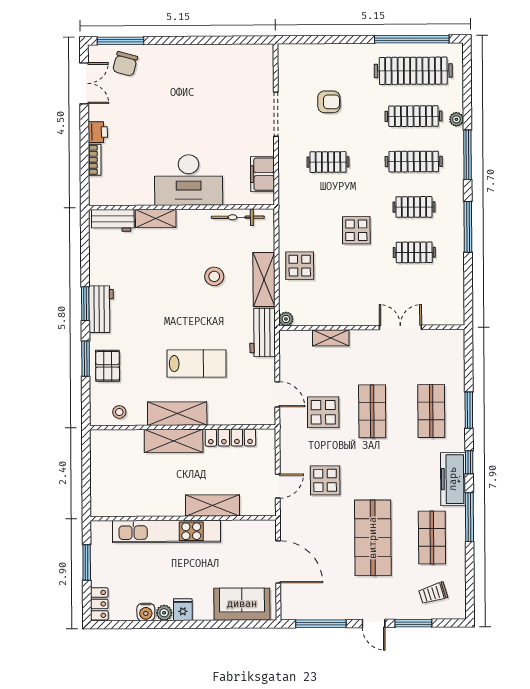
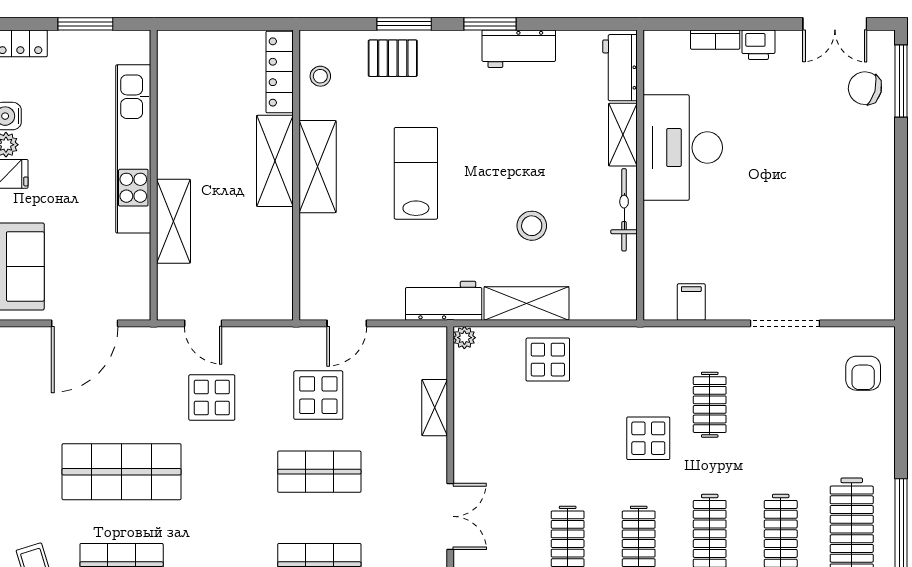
armchair: (329, 102) -> (863, 373), moved
filing cabinet: (262, 174) -> (691, 302), width x0.50
desk: (189, 180) -> (683, 148), moved
bicycle: (238, 217) -> (624, 210), moved
display table: (356, 230) -> (648, 438), moved
workbench: (101, 309) -> (519, 49), moved
lab bench: (196, 363) -> (416, 173), moved, turned 180
locker: (230, 438) -> (280, 72), moved

